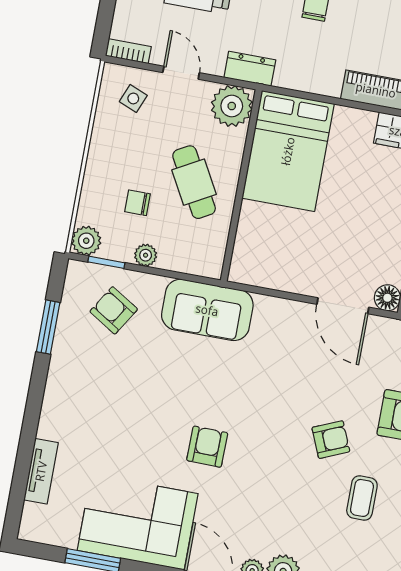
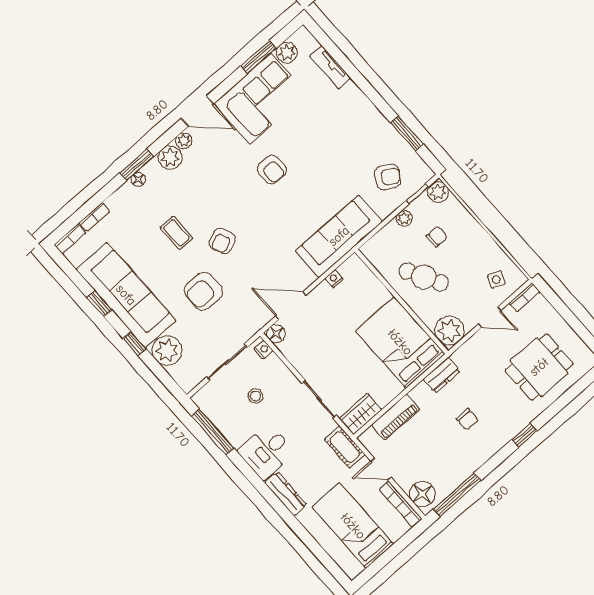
dresser: (250, 69) -> (442, 375), moved
nightstand: (275, 281) -> (334, 279), added
sofa: (207, 310) -> (339, 236), width x1.36
plant: (63, 533) -> (287, 53), added

